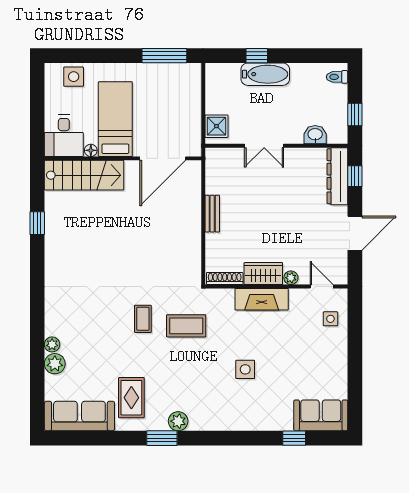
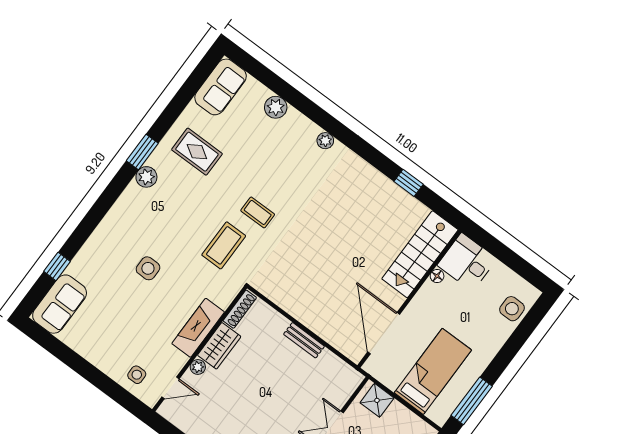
bed: (115, 119) -> (433, 371), moved, turned -90
plant: (52, 344) -> (325, 141), moved
sofa: (79, 416) -> (221, 87), width x0.73

